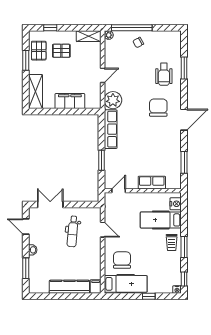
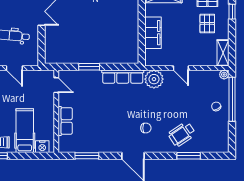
wheelchair: (164, 74) -> (182, 134), turned -34
chair: (158, 108) -> (146, 128), width x0.54, depth x0.54
door: (103, 230) -> (14, 68), hinge flipped

